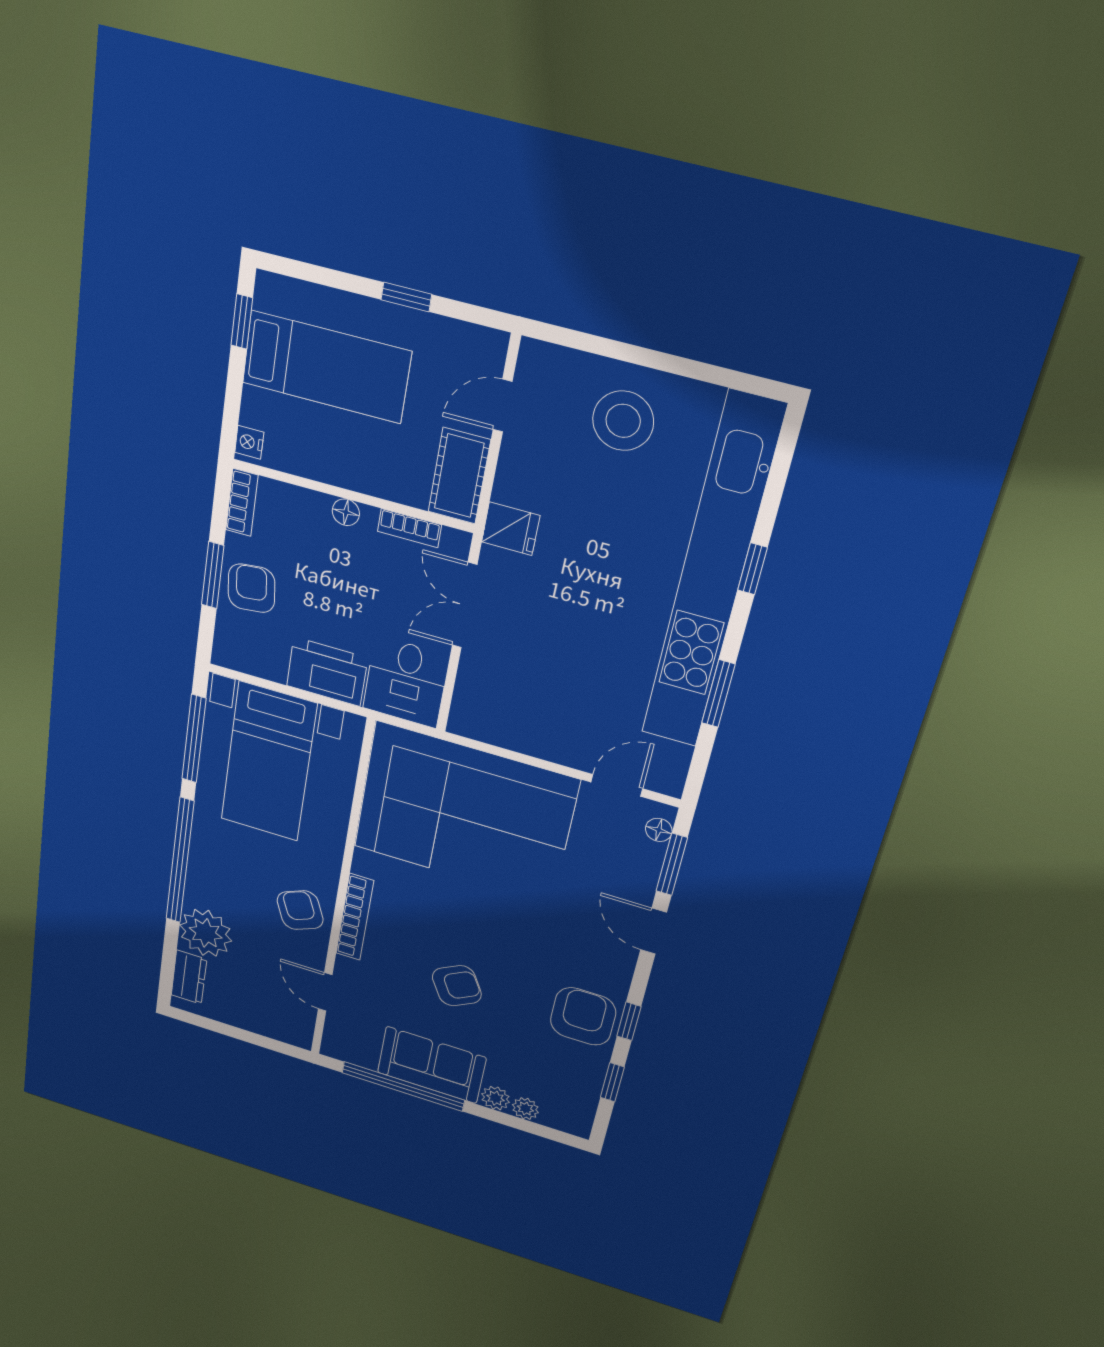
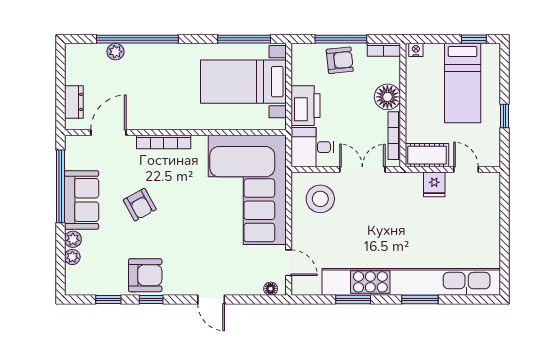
stool: (623, 421) -> (320, 199), moved
floor lamp: (346, 512) -> (387, 97), width x1.89, depth x1.89
bookcase: (409, 528) -> (394, 136), width x1.56
fridge: (511, 529) -> (434, 184), moved
window: (753, 569) -> (420, 300), width x1.50
window: (213, 575) -> (341, 39), width x1.44
window: (180, 861) -> (137, 39), moved
window: (672, 864) -> (253, 300), removed
armchair: (300, 910) -> (157, 111), removed
door: (654, 931) -> (211, 300), swing flipped
plant: (206, 933) -> (115, 52), width x0.53, depth x0.53
dresser: (189, 977) -> (74, 102), moved, turned -90
door: (325, 992) -> (108, 133), width x1.38

